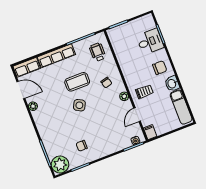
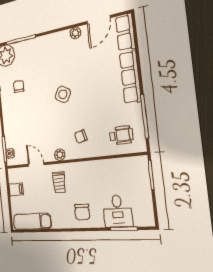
coffee table: (77, 82) -> (91, 98), removed
washbasin: (172, 84) -> (60, 221), removed
filing cabinet: (150, 132) -> (16, 189), moved

